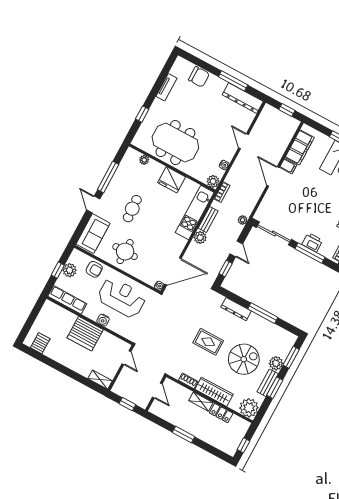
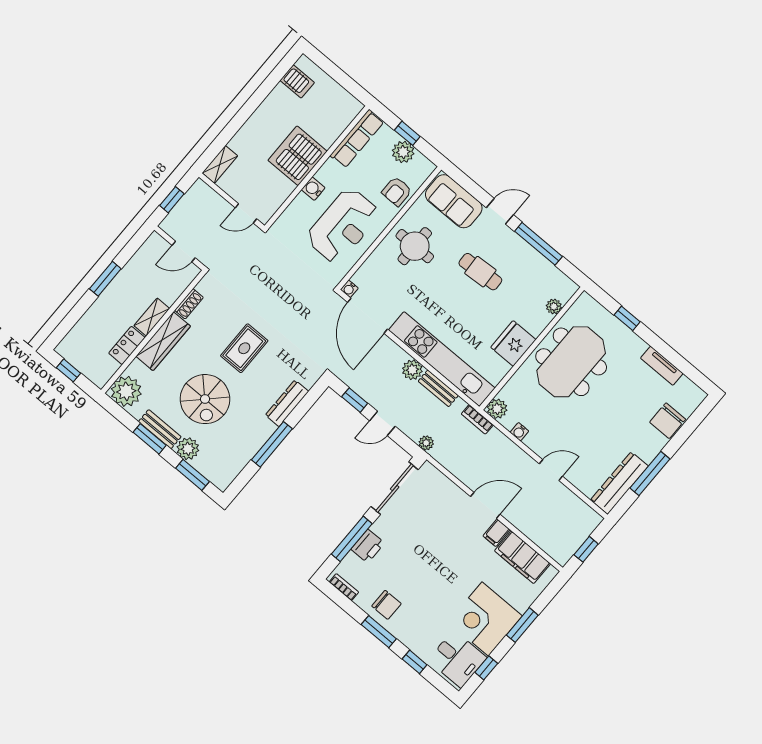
kitchen unit: (195, 212) -> (442, 359), width x1.36

